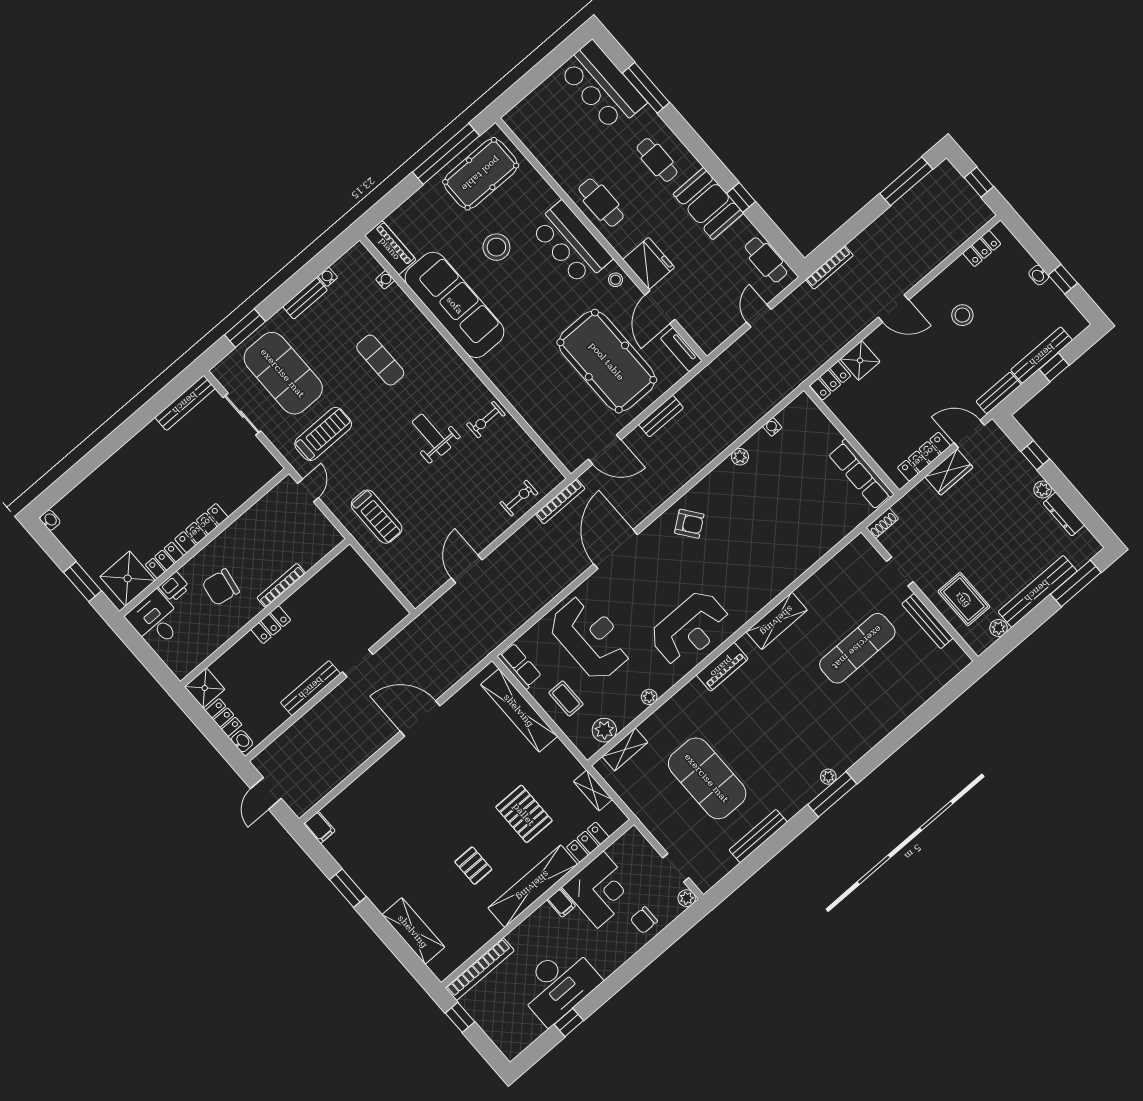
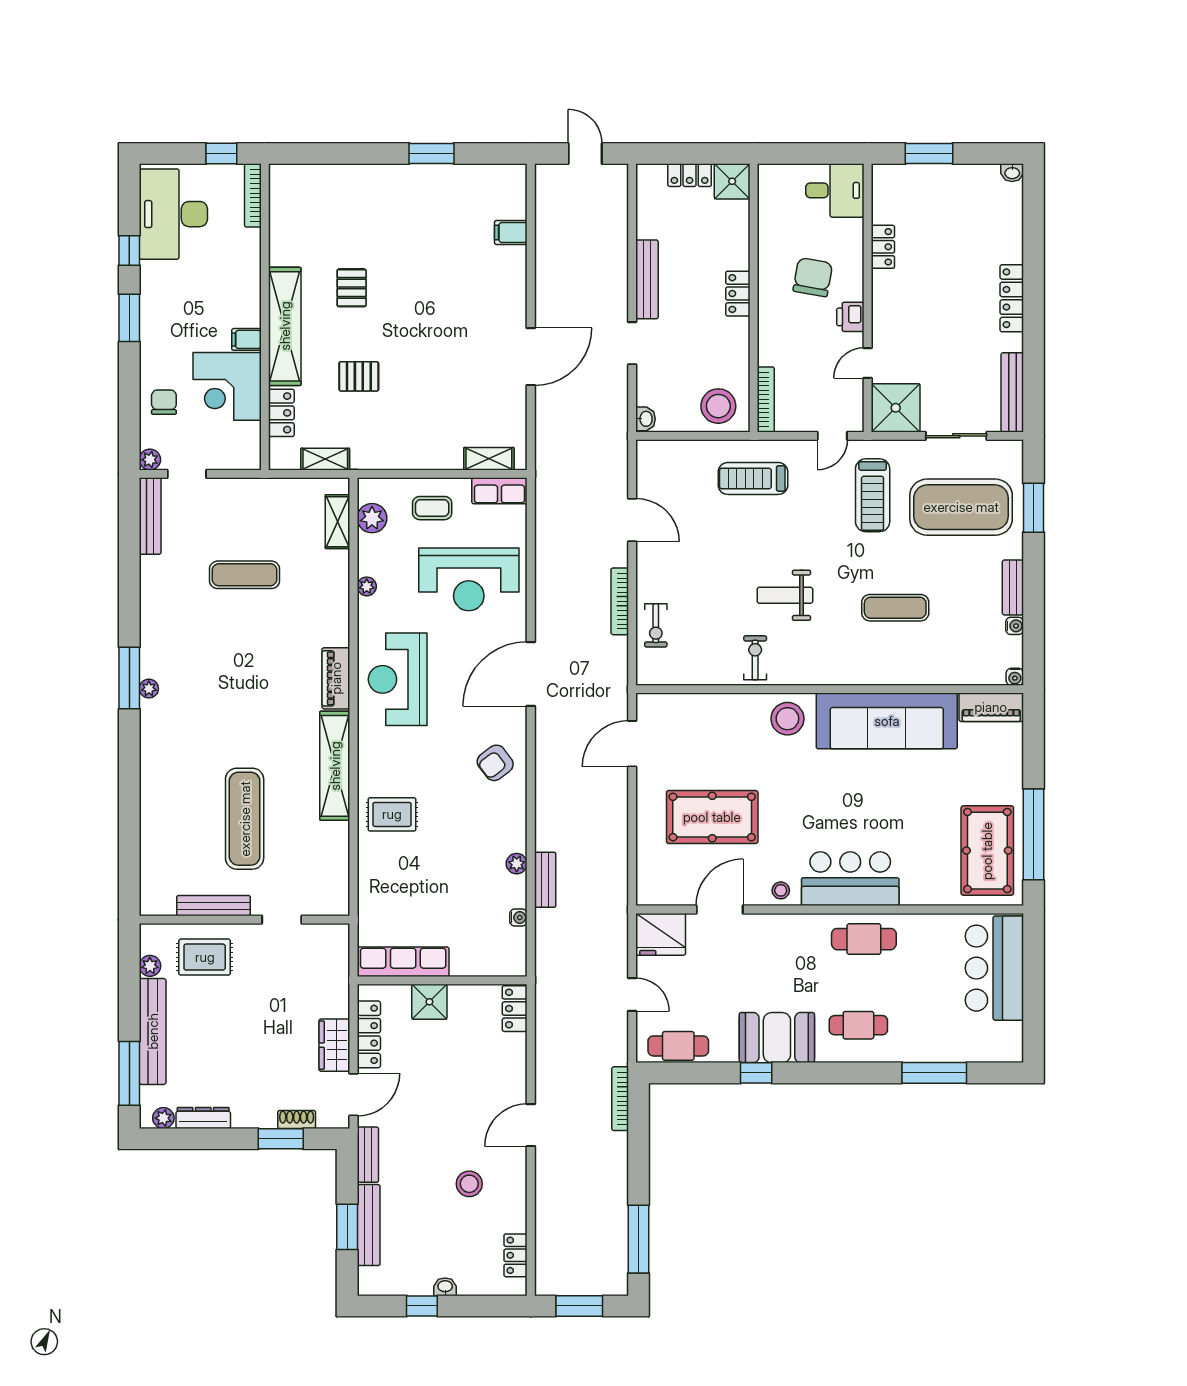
bar counter: (602, 86) -> (994, 968), moved, turned -90
window: (979, 182) -> (579, 1306), width x1.50
stool: (496, 247) -> (787, 719), moved
fridge: (649, 263) -> (661, 934), moved
water cooler: (385, 280) -> (1015, 677), moved
door: (660, 307) -> (720, 909), hinge flipped
tv unit: (681, 350) -> (663, 895), removed
shower: (860, 360) -> (429, 1002), moved
pool table: (607, 361) -> (712, 817), width x0.73, depth x0.76
window: (1054, 367) -> (347, 1227), width x1.50
bench: (661, 416) -> (545, 880), moved
weight bench: (431, 435) -> (785, 595), turned 180
window: (1035, 455) -> (281, 1139), width x1.50
plant: (1043, 490) -> (163, 1118), moved
door: (308, 491) -> (832, 436), hinge flipped
bookcase: (560, 501) -> (620, 601), moved
door: (244, 508) -> (868, 363), added
shoe rack: (882, 523) -> (297, 1119), moved, turned 90
locker: (201, 528) -> (1012, 298), moved, turned 180
door: (616, 549) -> (531, 674), swing flipped
rug: (776, 560) -> (392, 814), added
stool: (350, 577) -> (718, 406), added
shower: (128, 578) -> (896, 408), moved
bookcase: (281, 585) -> (766, 399), moved
printer: (174, 587) -> (850, 317), moved
shelving: (777, 621) -> (335, 766), width x1.47
shelving: (519, 710) -> (489, 459), width x0.45, depth x0.75
washbasin: (242, 741) -> (646, 419), moved, turned -90
exercise mat: (707, 778) -> (245, 575), width x0.50, depth x0.69
pallet: (524, 814) -> (359, 376), width x0.67, depth x0.71
filing cabinet: (319, 827) -> (511, 232), moved
bench: (758, 836) -> (150, 516), moved
pallet: (473, 866) -> (352, 288), turned 90
shelving: (413, 931) -> (339, 180), removed
bookcase: (480, 969) -> (253, 195), width x0.68, depth x0.76
desk: (558, 984) -> (173, 214), moved
window: (610, 987) -> (129, 318), added

